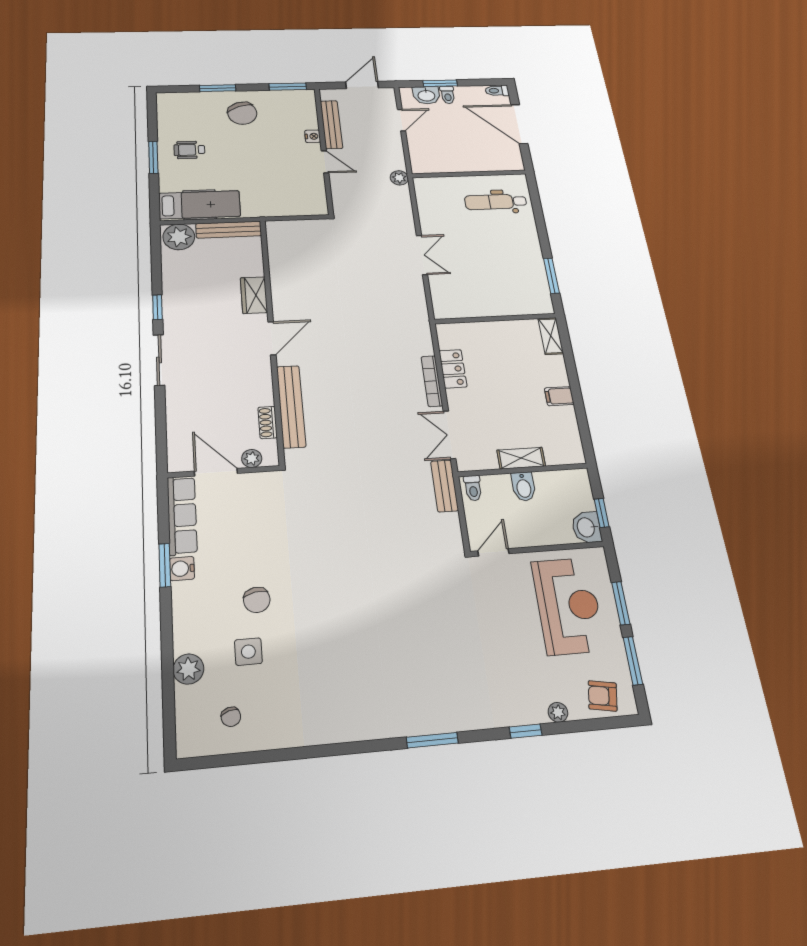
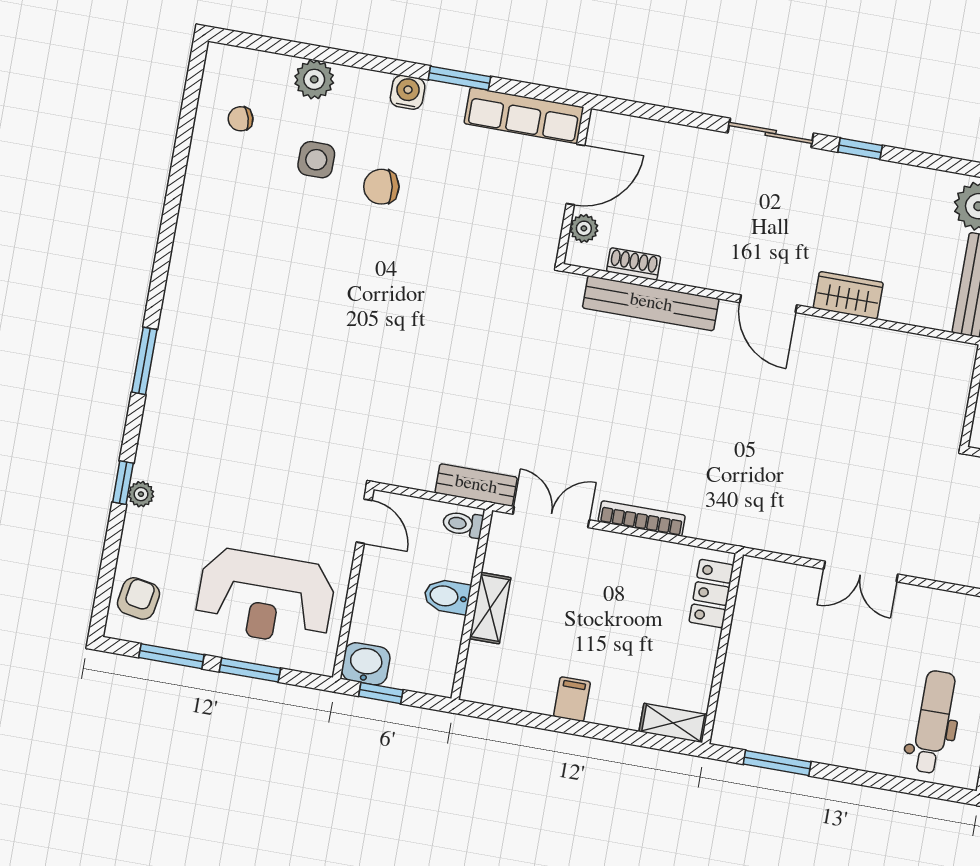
locker: (453, 369) -> (711, 594), moved, turned 90
water cooler: (182, 569) -> (408, 92), moved
plant: (558, 712) -> (141, 494), moved

